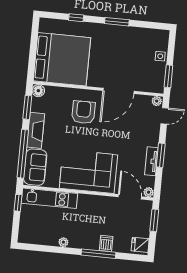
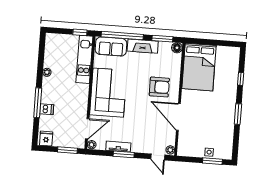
bed: (62, 59) -> (199, 67), width x0.73
window: (168, 76) -> (212, 161), moved

